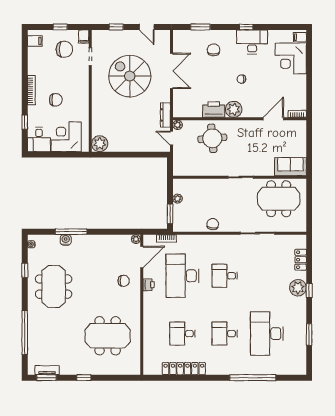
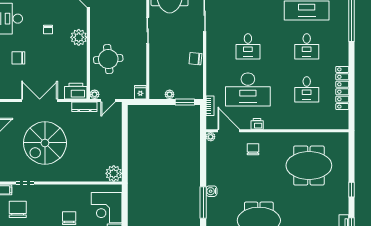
printer: (214, 110) -> (76, 91), moved, turned 90
fridge: (180, 170) -> (140, 92), added
water cooler: (66, 240) -> (211, 191), moved
meeting table: (108, 336) -> (309, 165), turned 90

